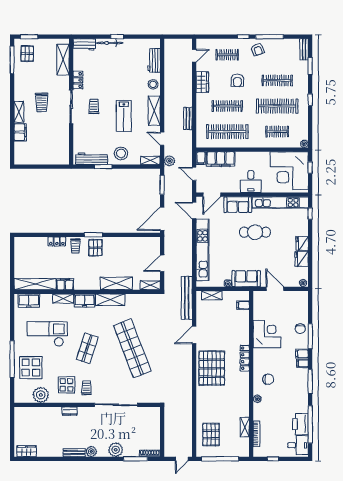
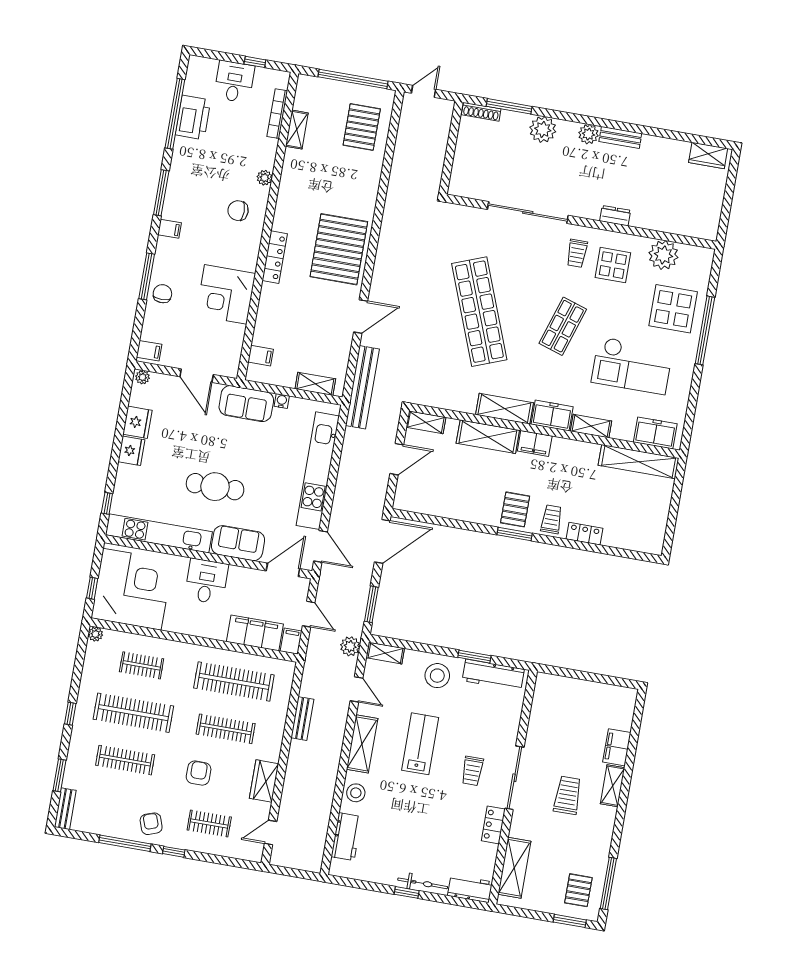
filing cabinet: (65, 284) -> (535, 443), moved
filing cabinet: (302, 354) -> (149, 351), moved
desk: (298, 445) -> (234, 82), moved, turned 90

